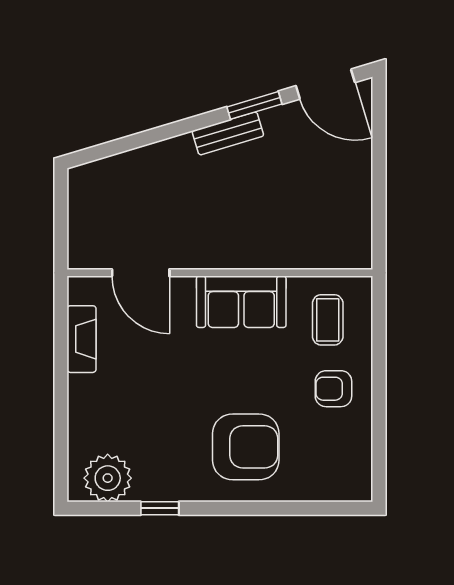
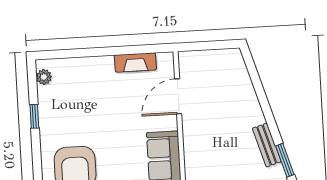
plant: (108, 478) -> (44, 77), width x0.53, depth x0.53

